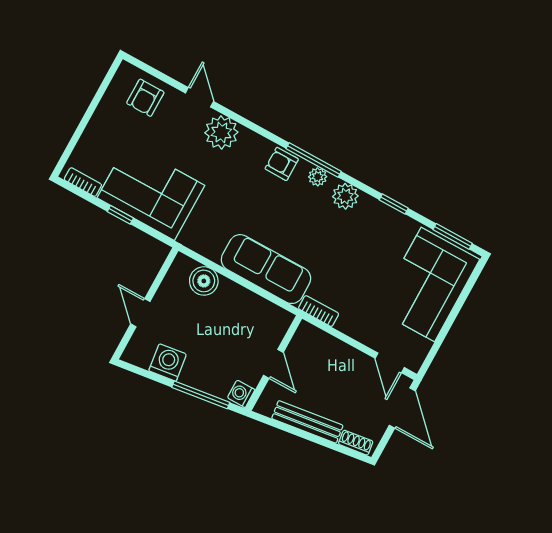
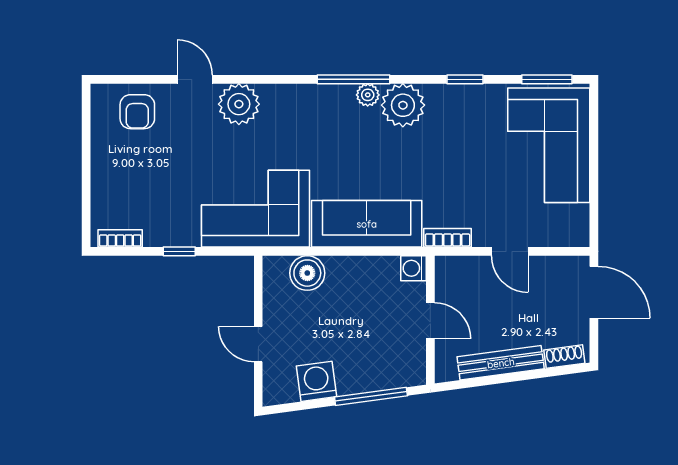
armchair: (282, 164) -> (322, 102), removed
corner sofa: (151, 192) -> (256, 209), moved
plant: (345, 196) -> (403, 105), width x1.36, depth x1.36
door: (390, 363) -> (510, 251), moved
washing machine: (241, 394) -> (413, 268), moved

